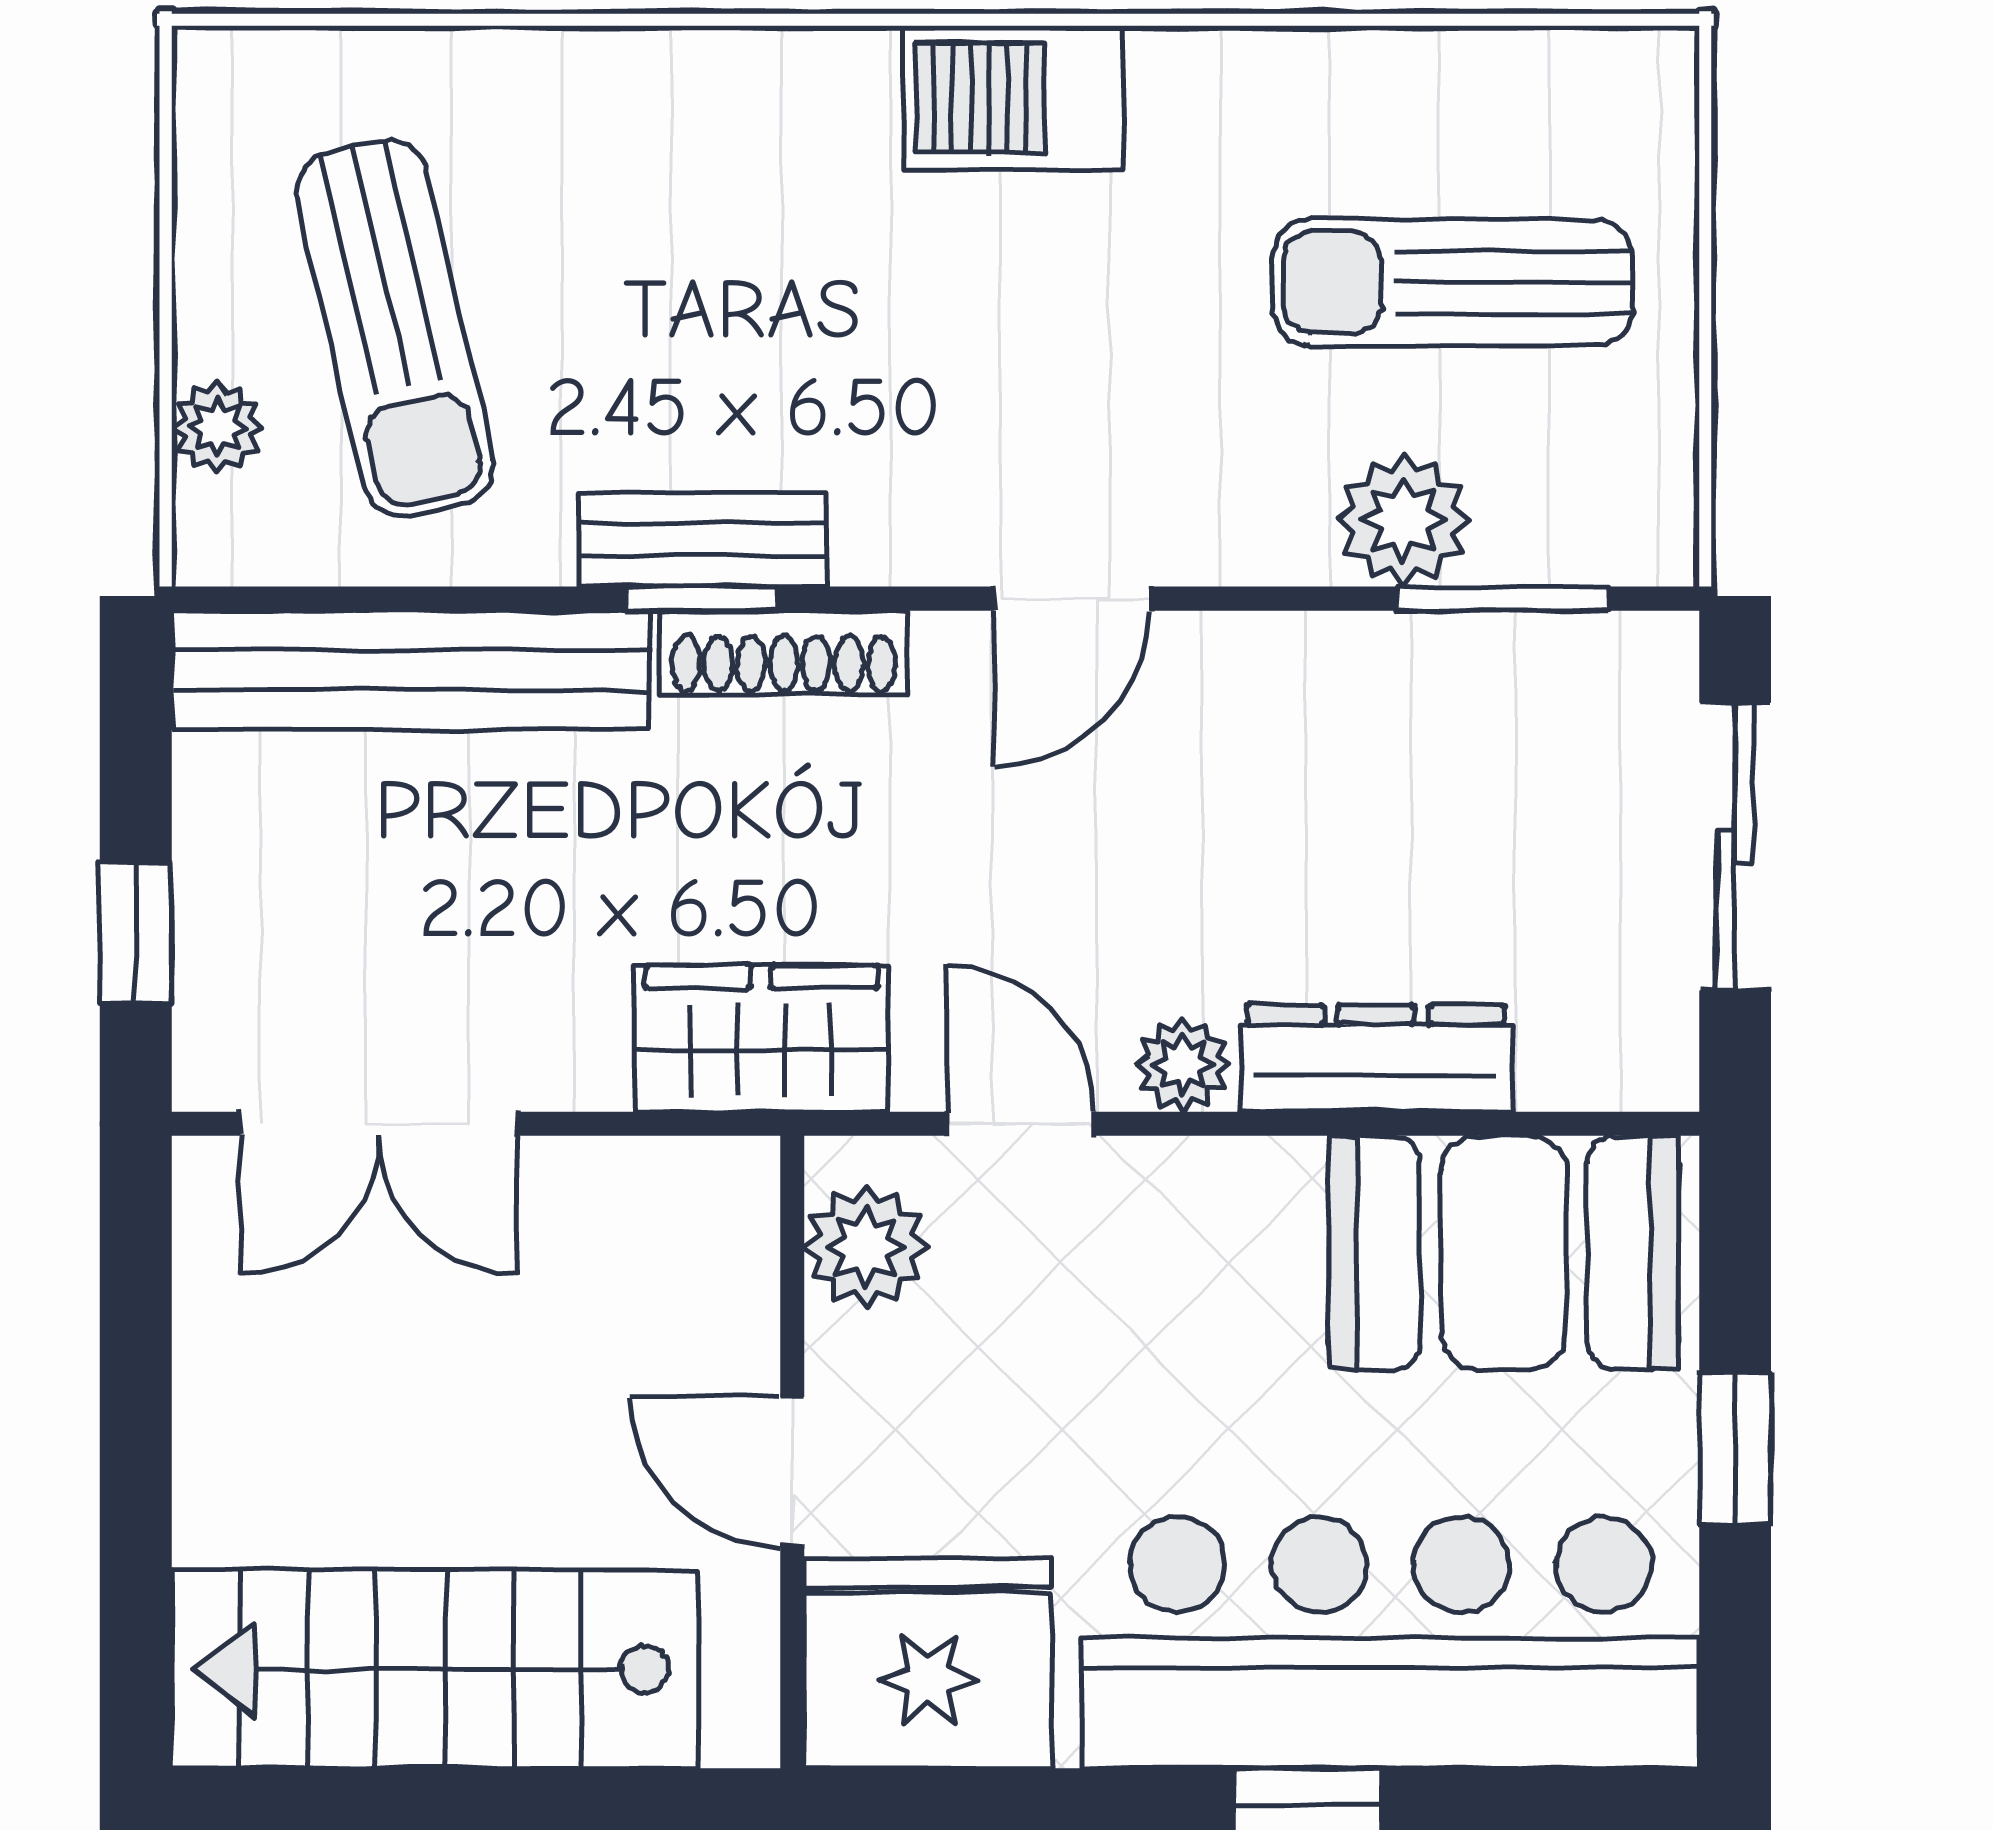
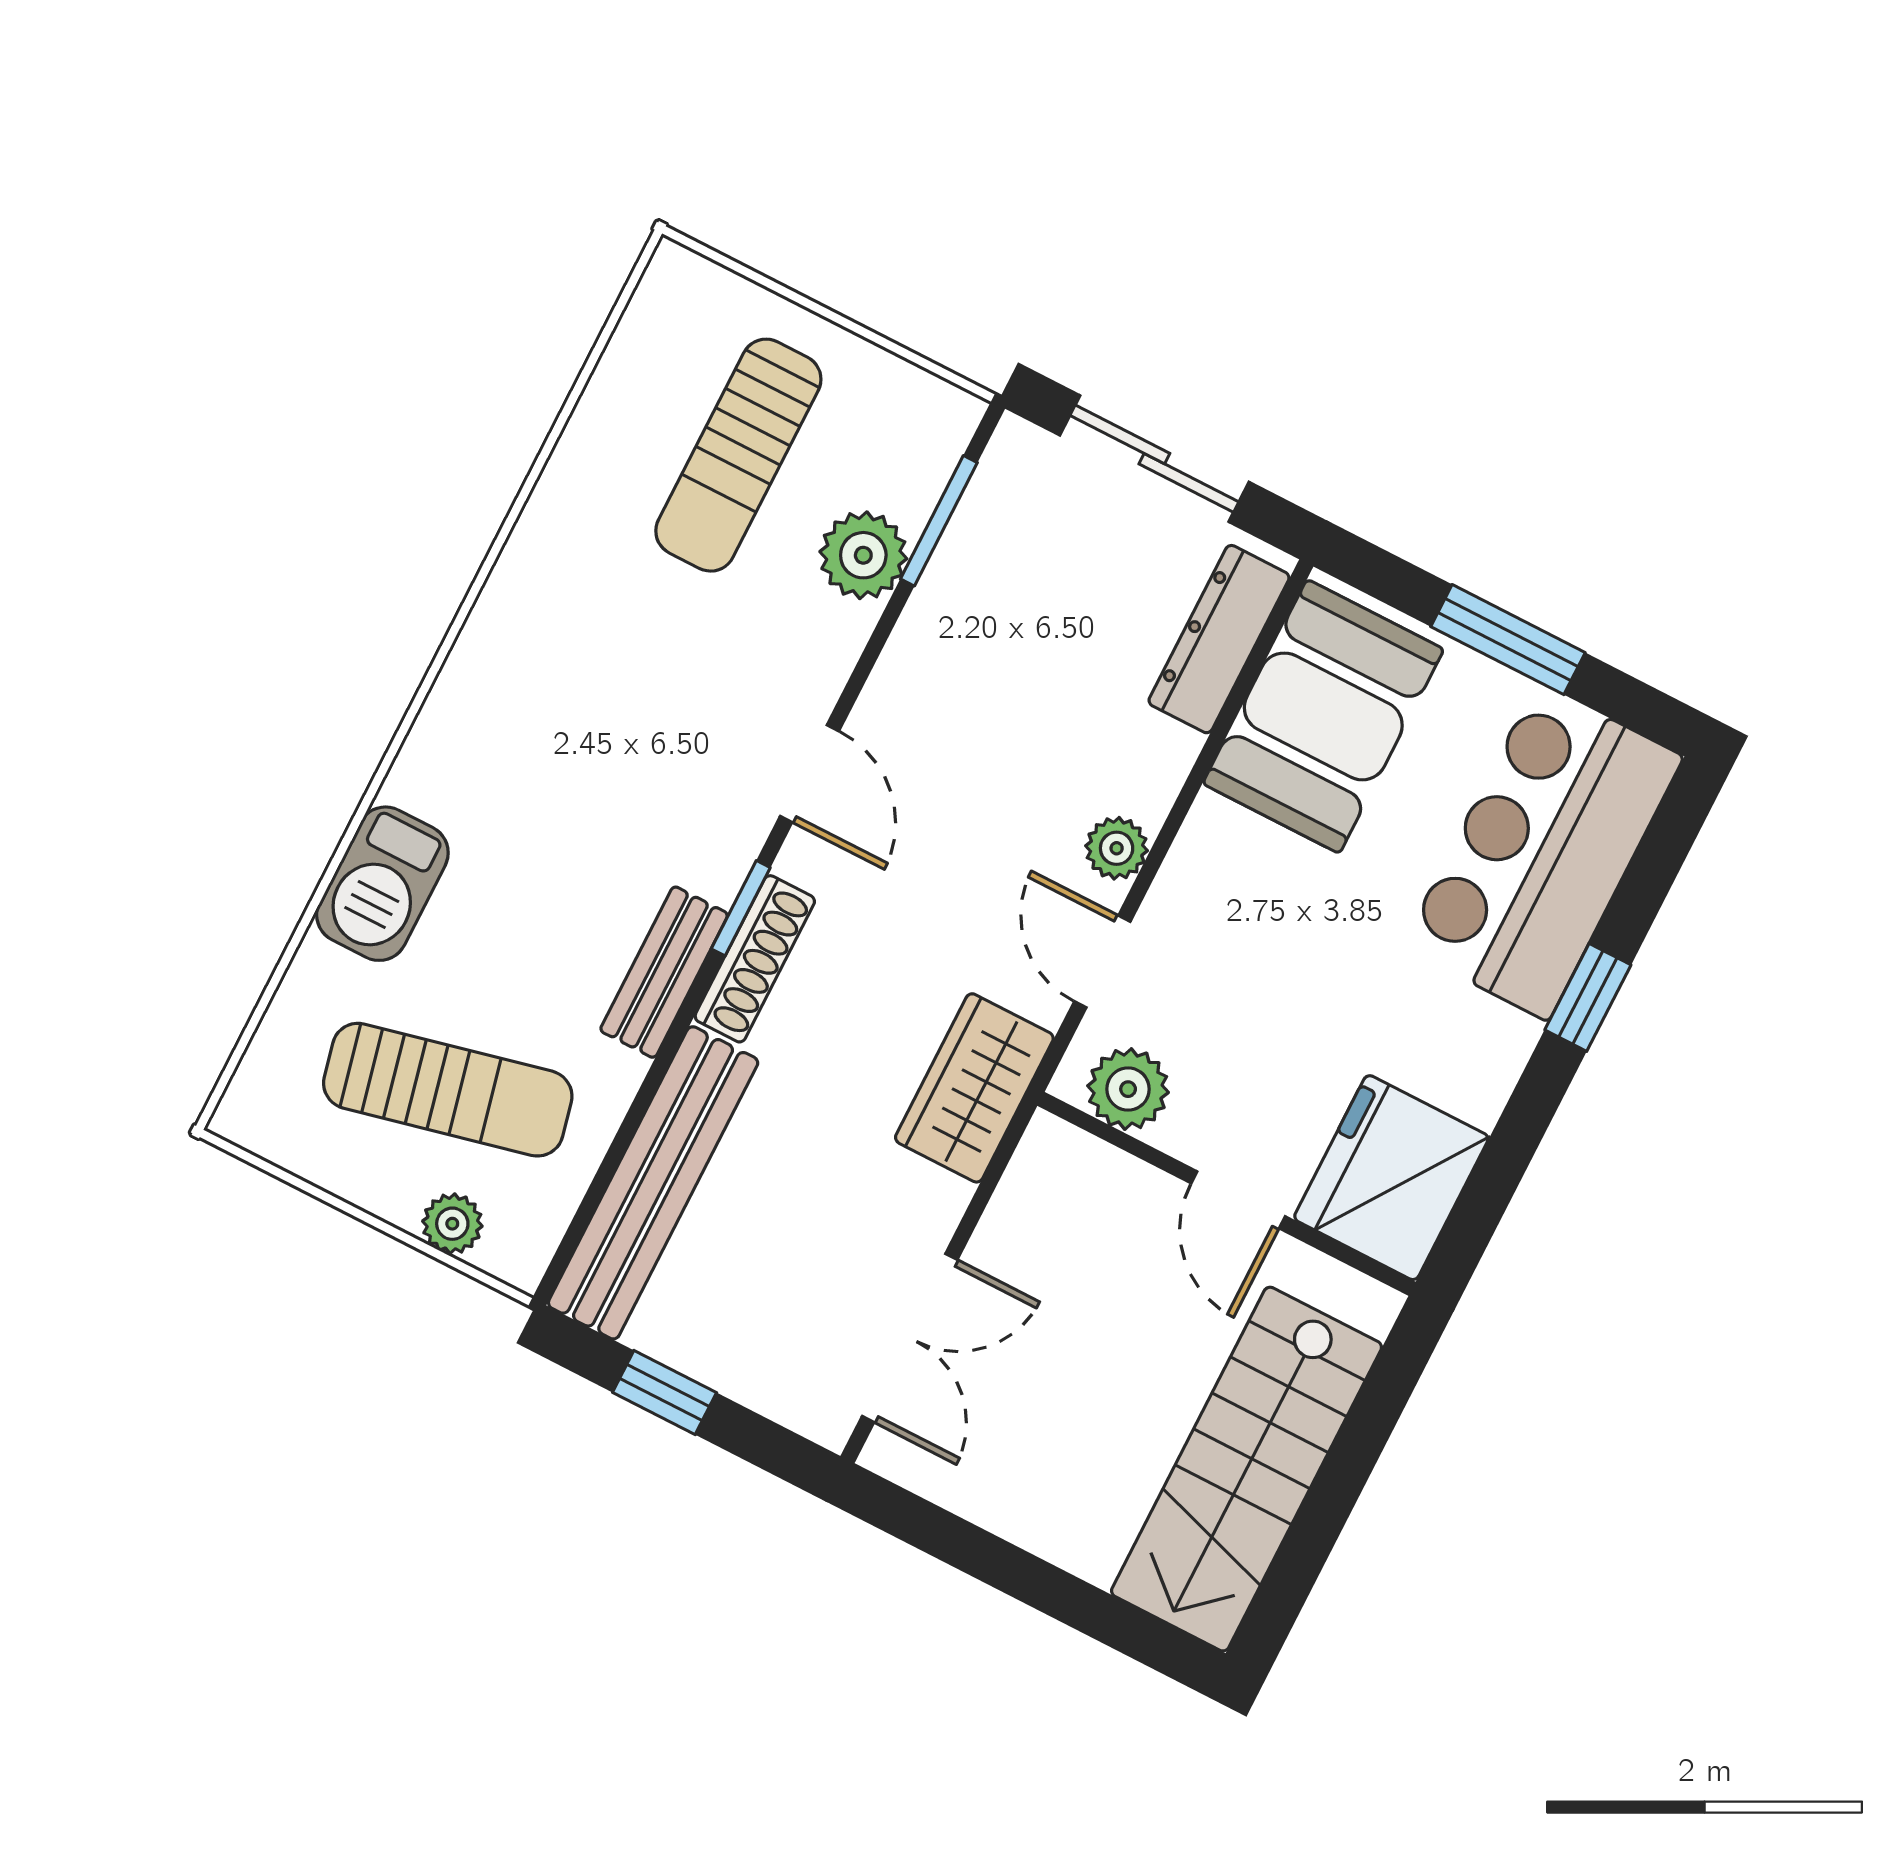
barbecue: (1013, 98) -> (382, 884), moved
window: (702, 599) -> (741, 908), moved
window: (136, 933) -> (665, 1393), moved
dresser: (1376, 1059) -> (1219, 639), moved
door: (1020, 1124) -> (1102, 961), hinge flipped
window: (1735, 1449) -> (1508, 640), width x1.50
door: (792, 1472) -> (1238, 1200), hinge flipped
bar counter: (1390, 1642) -> (1543, 852), width x0.73

